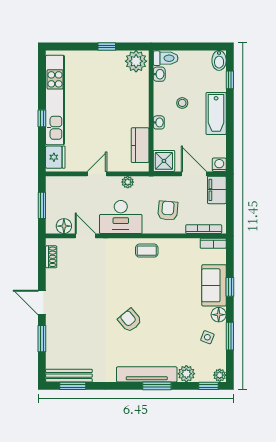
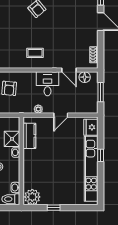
shower: (164, 161) -> (12, 139), moved
desk: (121, 217) -> (48, 84), width x0.73
coffee table: (147, 251) -> (35, 53), moved

